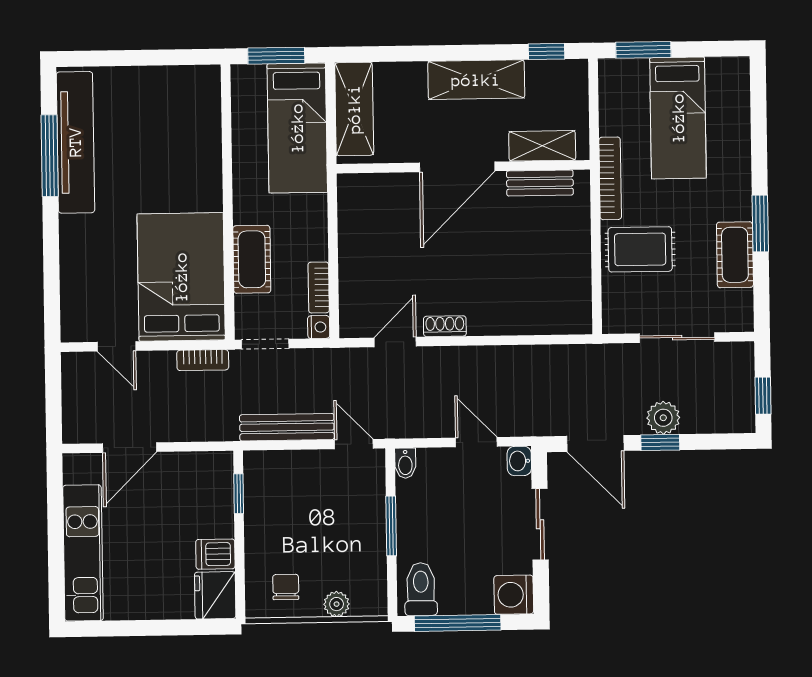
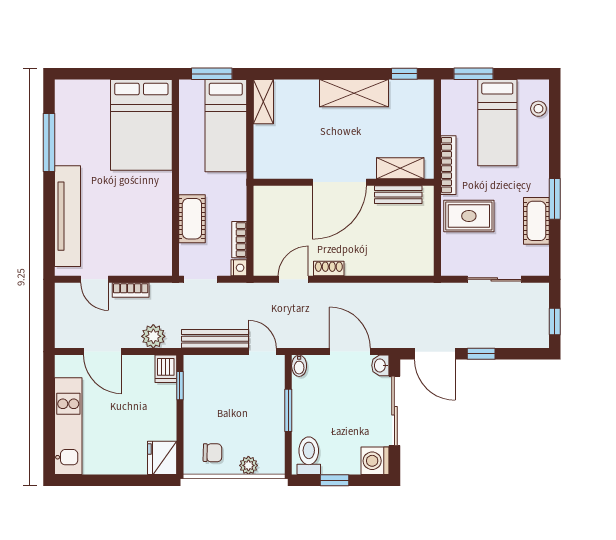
stool: (735, 97) -> (538, 109), added
shelving: (354, 109) -> (263, 102), width x0.67, depth x0.75
tv unit: (75, 142) -> (68, 216), moved
shelving: (542, 146) -> (400, 168), moved
door: (457, 167) -> (339, 182), moved
wall: (463, 167) -> (344, 182), moved
bench: (540, 183) -> (398, 195), moved
bed: (181, 277) -> (141, 125), moved, turned 180
bookcase: (203, 360) -> (131, 290), moved
plant: (663, 418) -> (153, 336), moved
door: (476, 442) -> (350, 352), width x1.38
door: (130, 448) -> (103, 352), hinge flipped
sliding door: (540, 524) -> (394, 411), width x1.37
dishwasher: (215, 554) -> (166, 369), moved, turned -90
chair: (286, 587) -> (212, 453), turned 91
window: (458, 623) -> (335, 480), width x0.46

